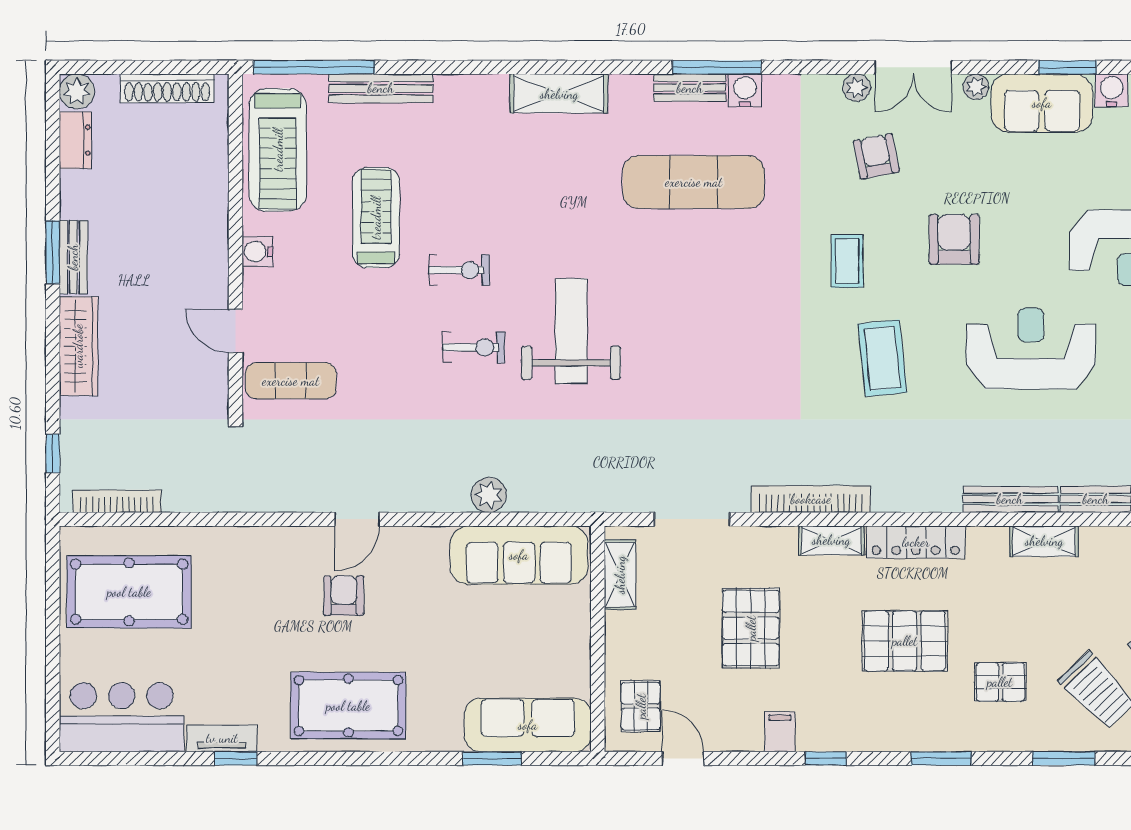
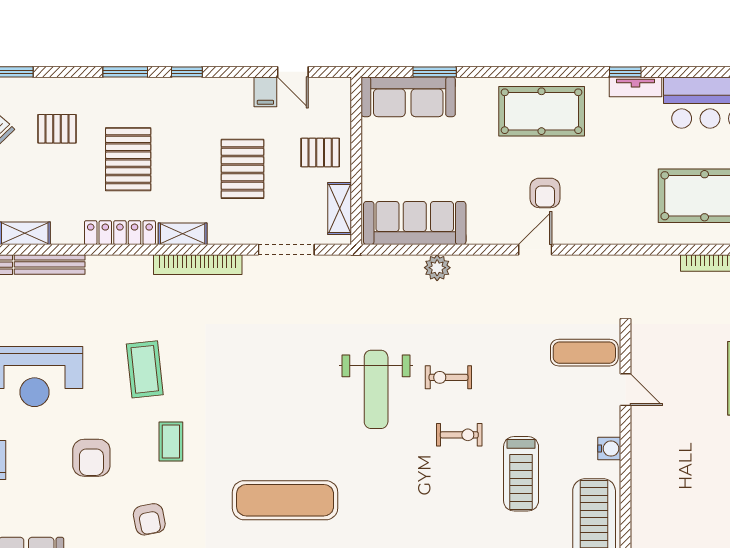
exercise bike: (459, 270) -> (459, 435), turned 180
pallet: (905, 641) -> (128, 159), turned 90
pallet: (641, 706) -> (320, 153), moved, turned 90
filing cabinet: (780, 732) -> (265, 92), moved
window: (941, 758) -> (125, 72), moved

